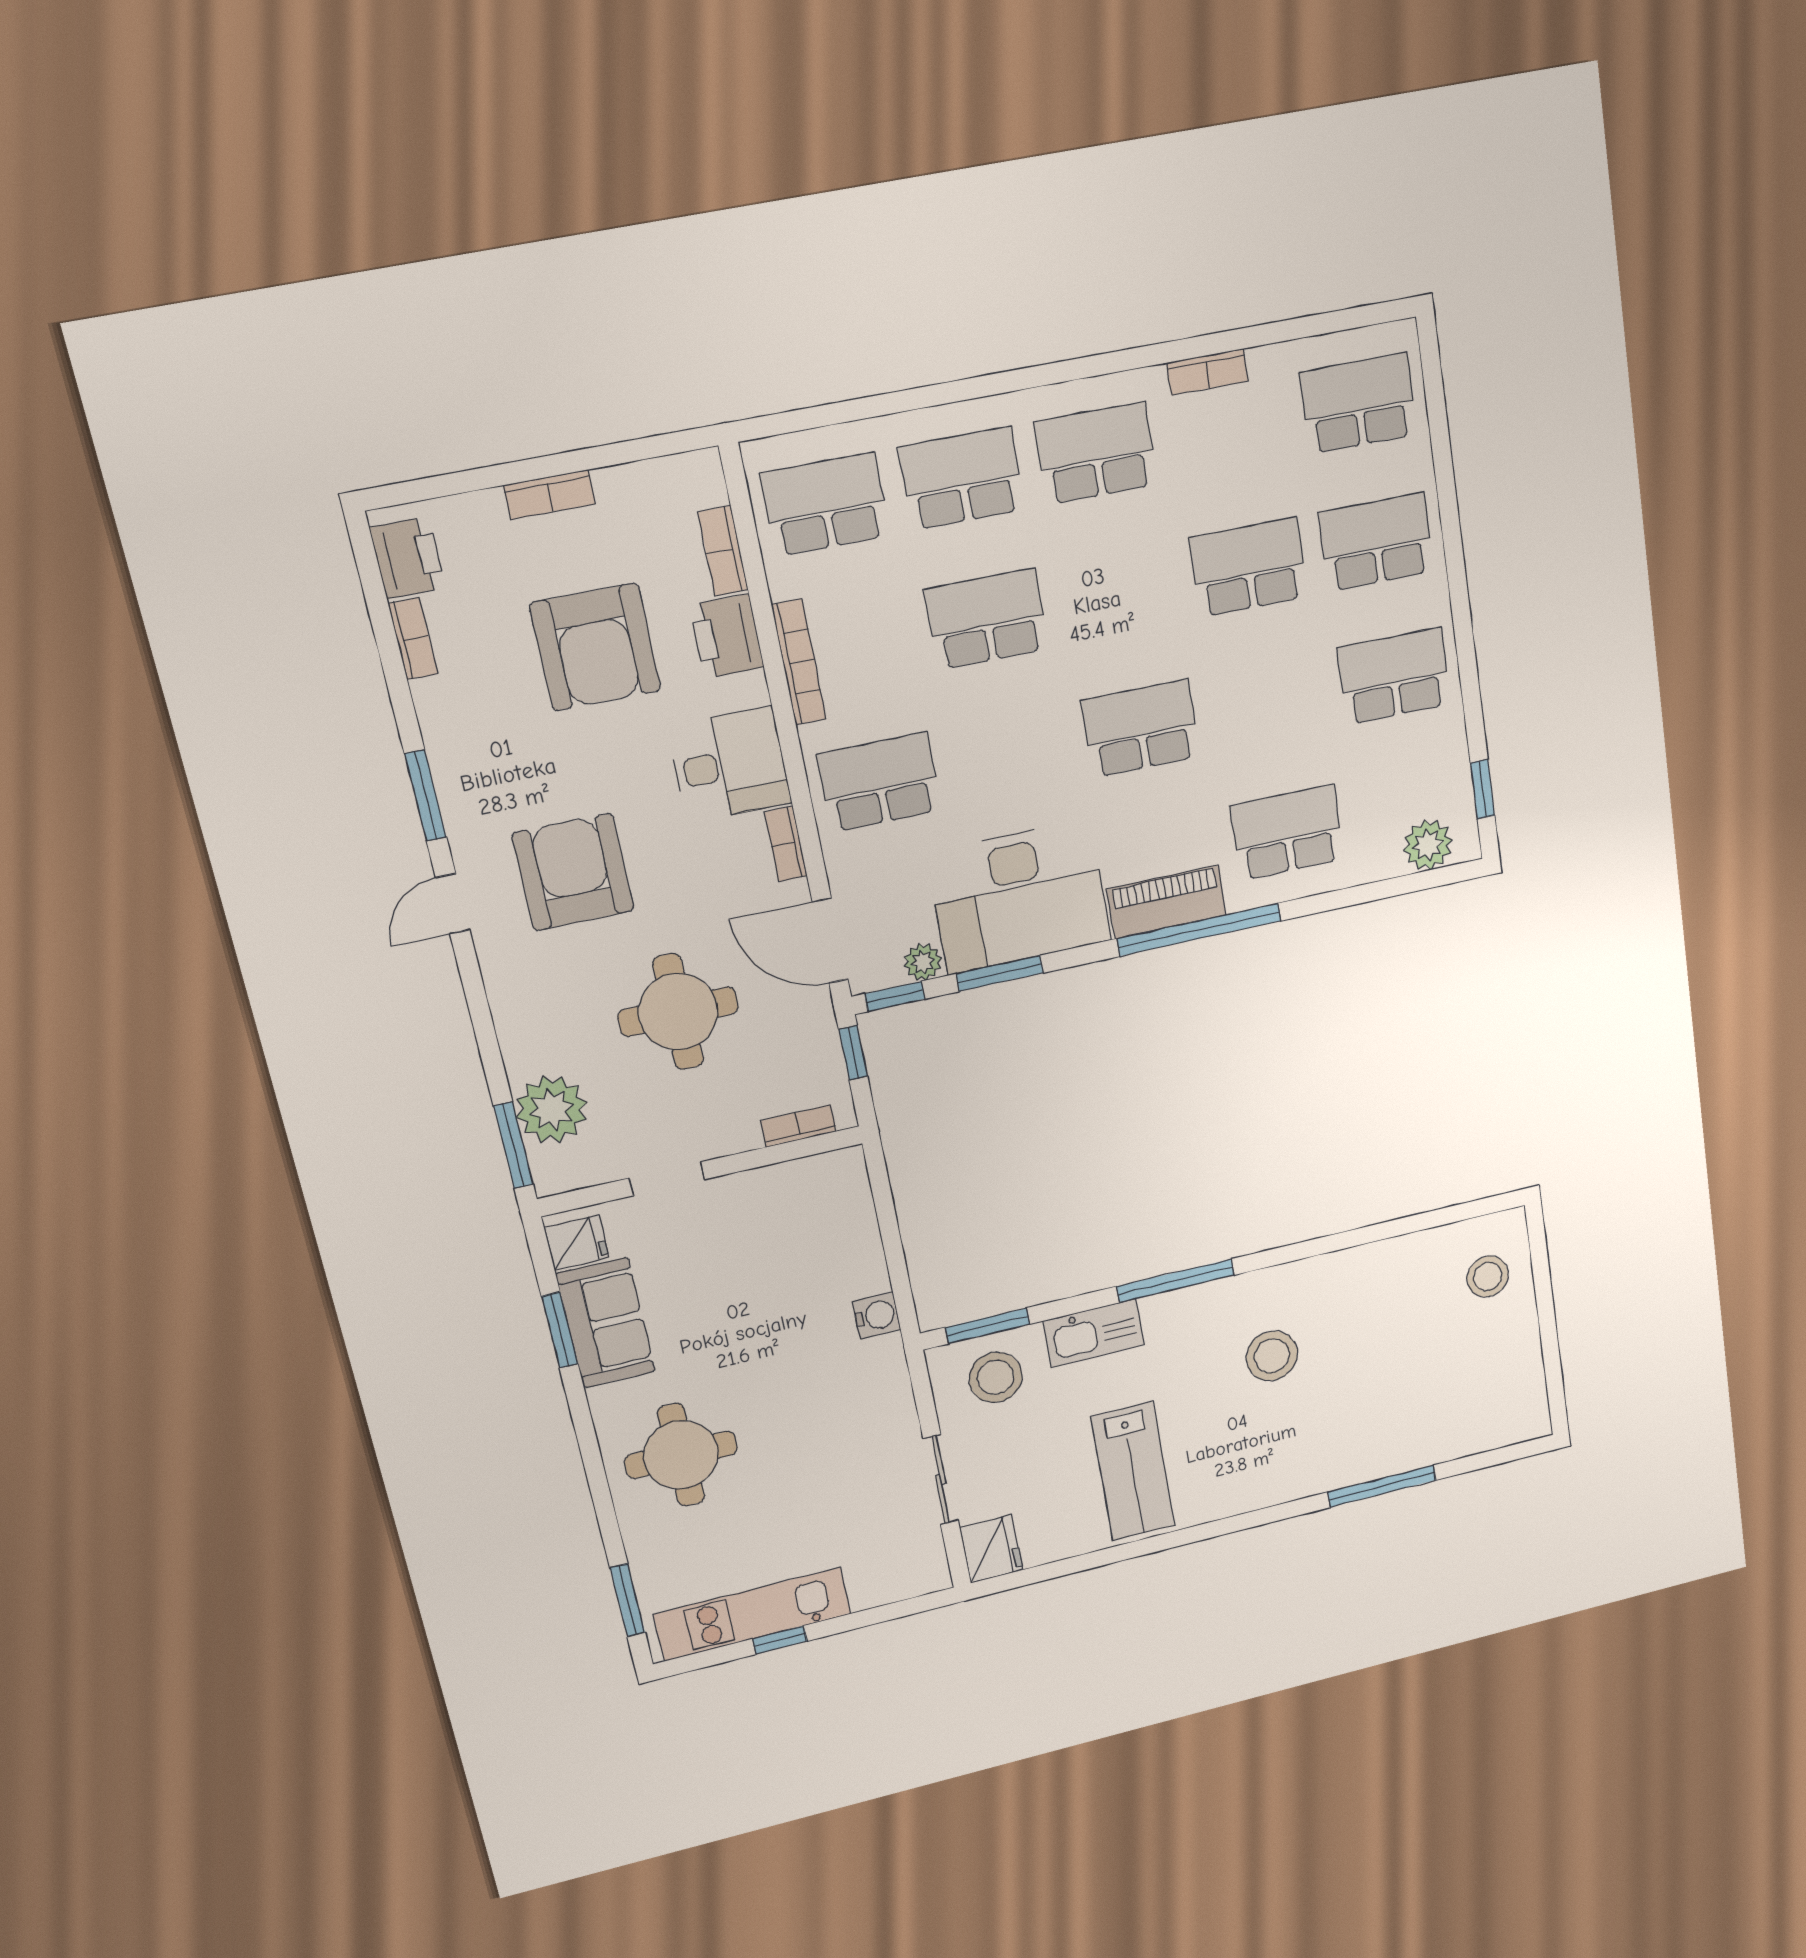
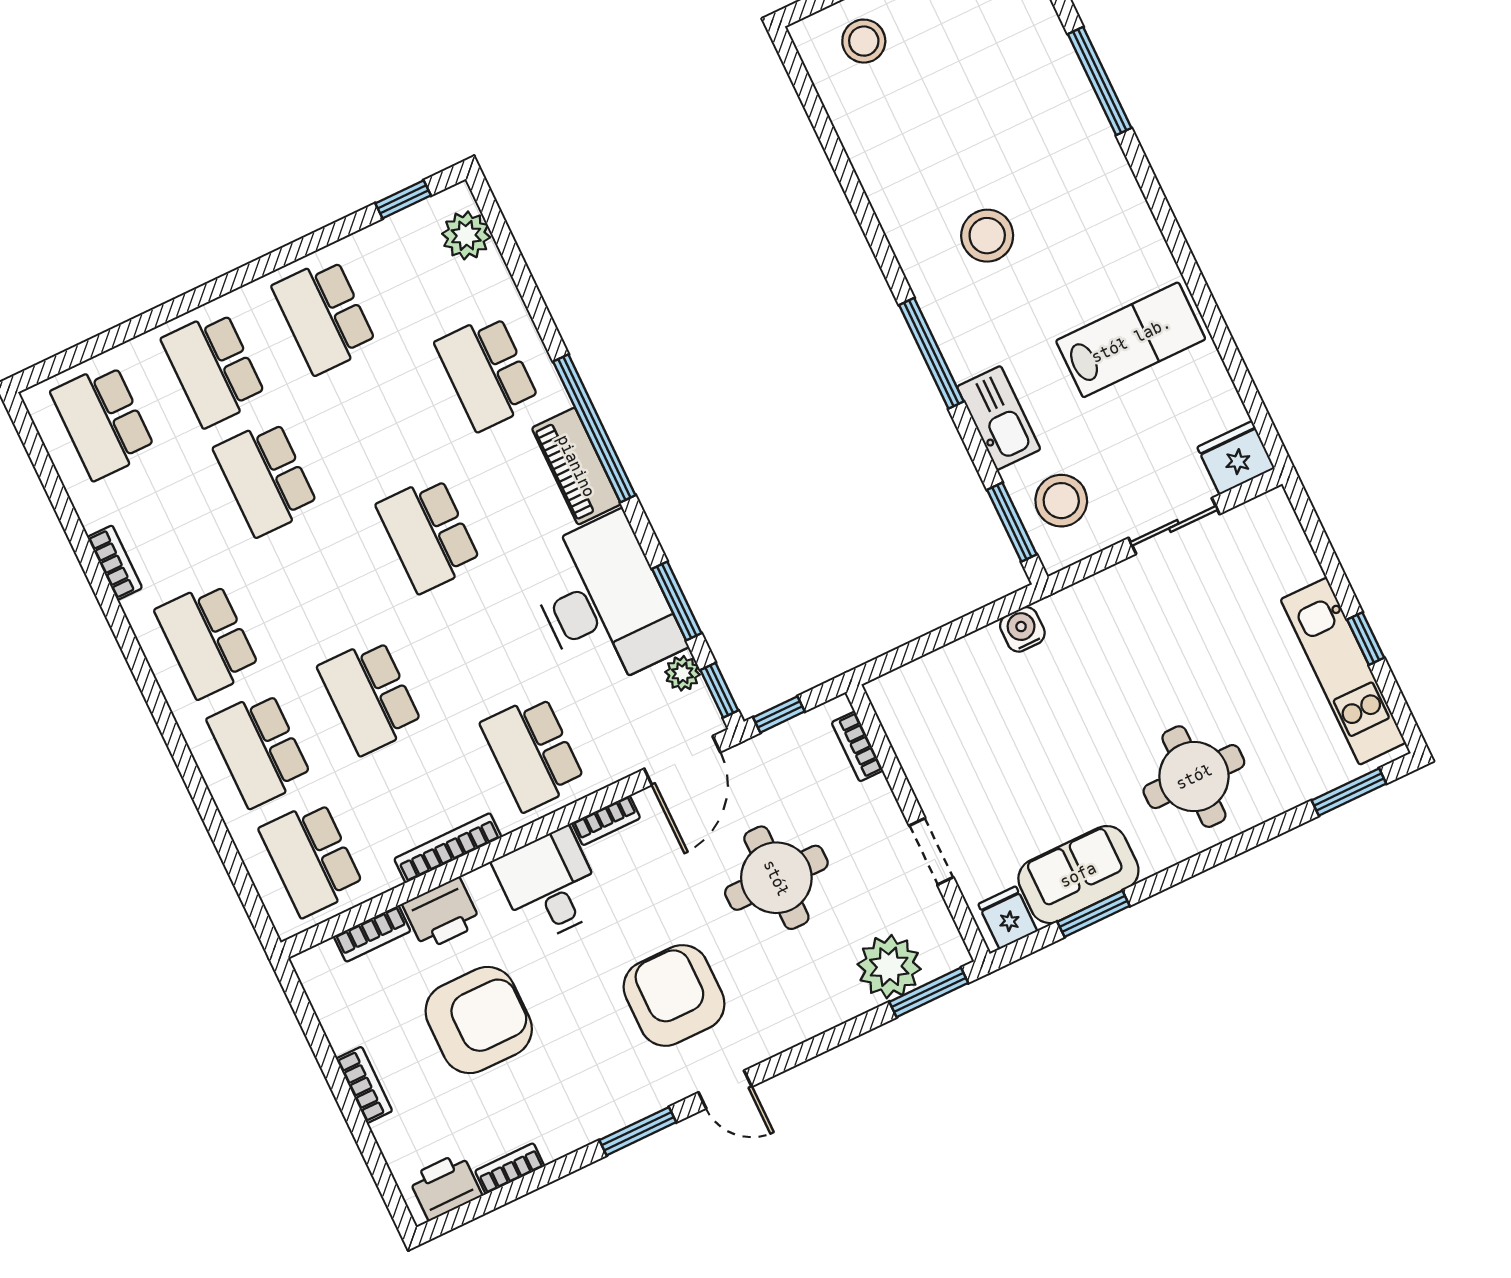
armchair: (573, 872) -> (674, 995), turned 90

